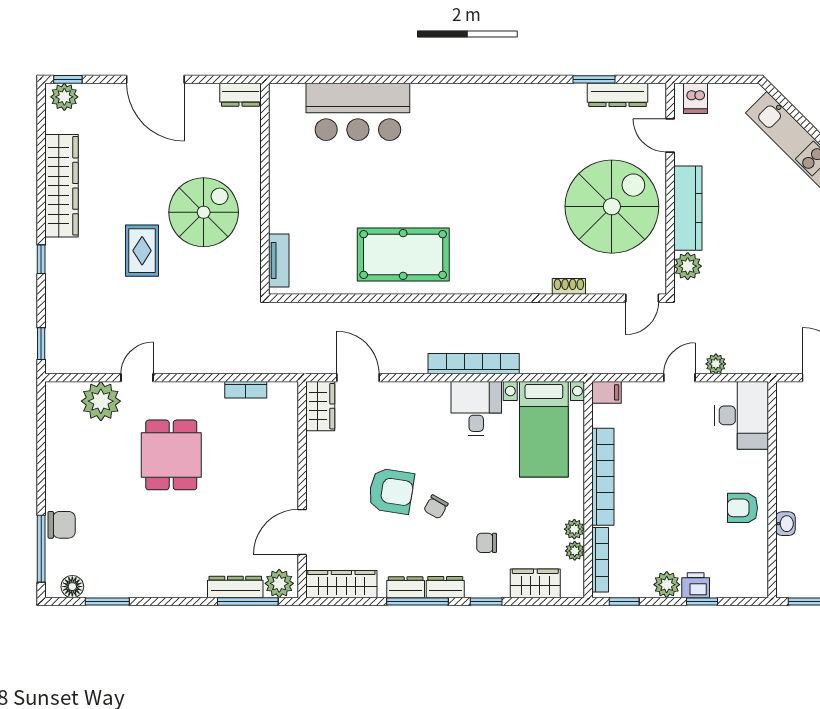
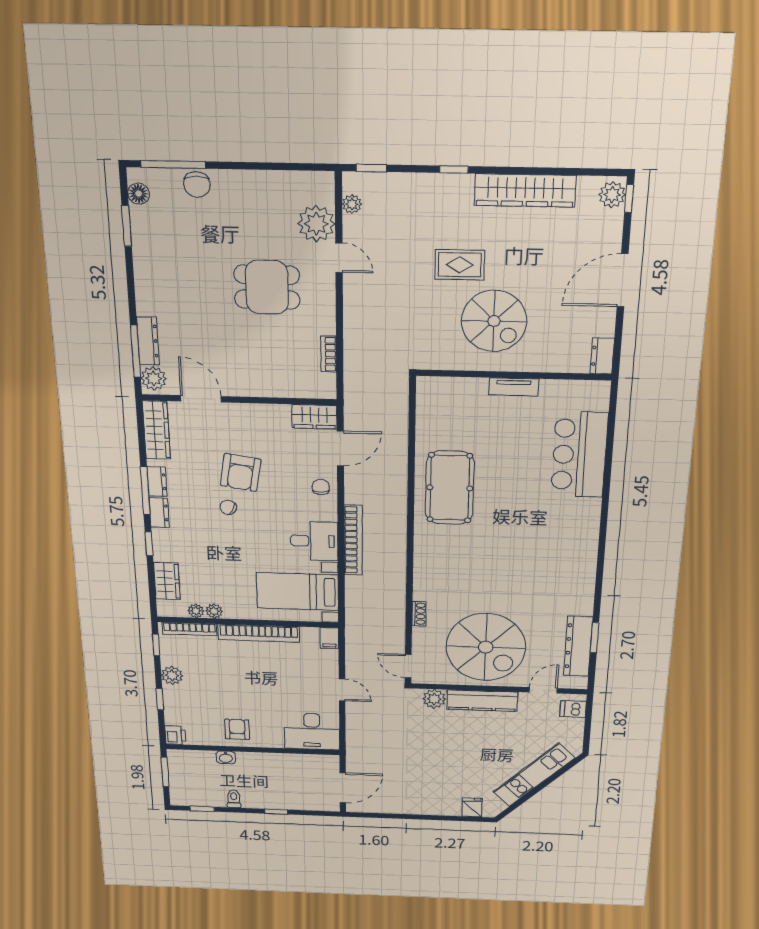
dresser: (618, 95) -> (578, 646), width x1.37, depth x1.24
tv unit: (279, 261) -> (514, 387), moved
plant: (716, 364) -> (352, 204), moved
chair: (487, 543) -> (321, 487), moved
printer: (696, 585) -> (175, 735), moved

